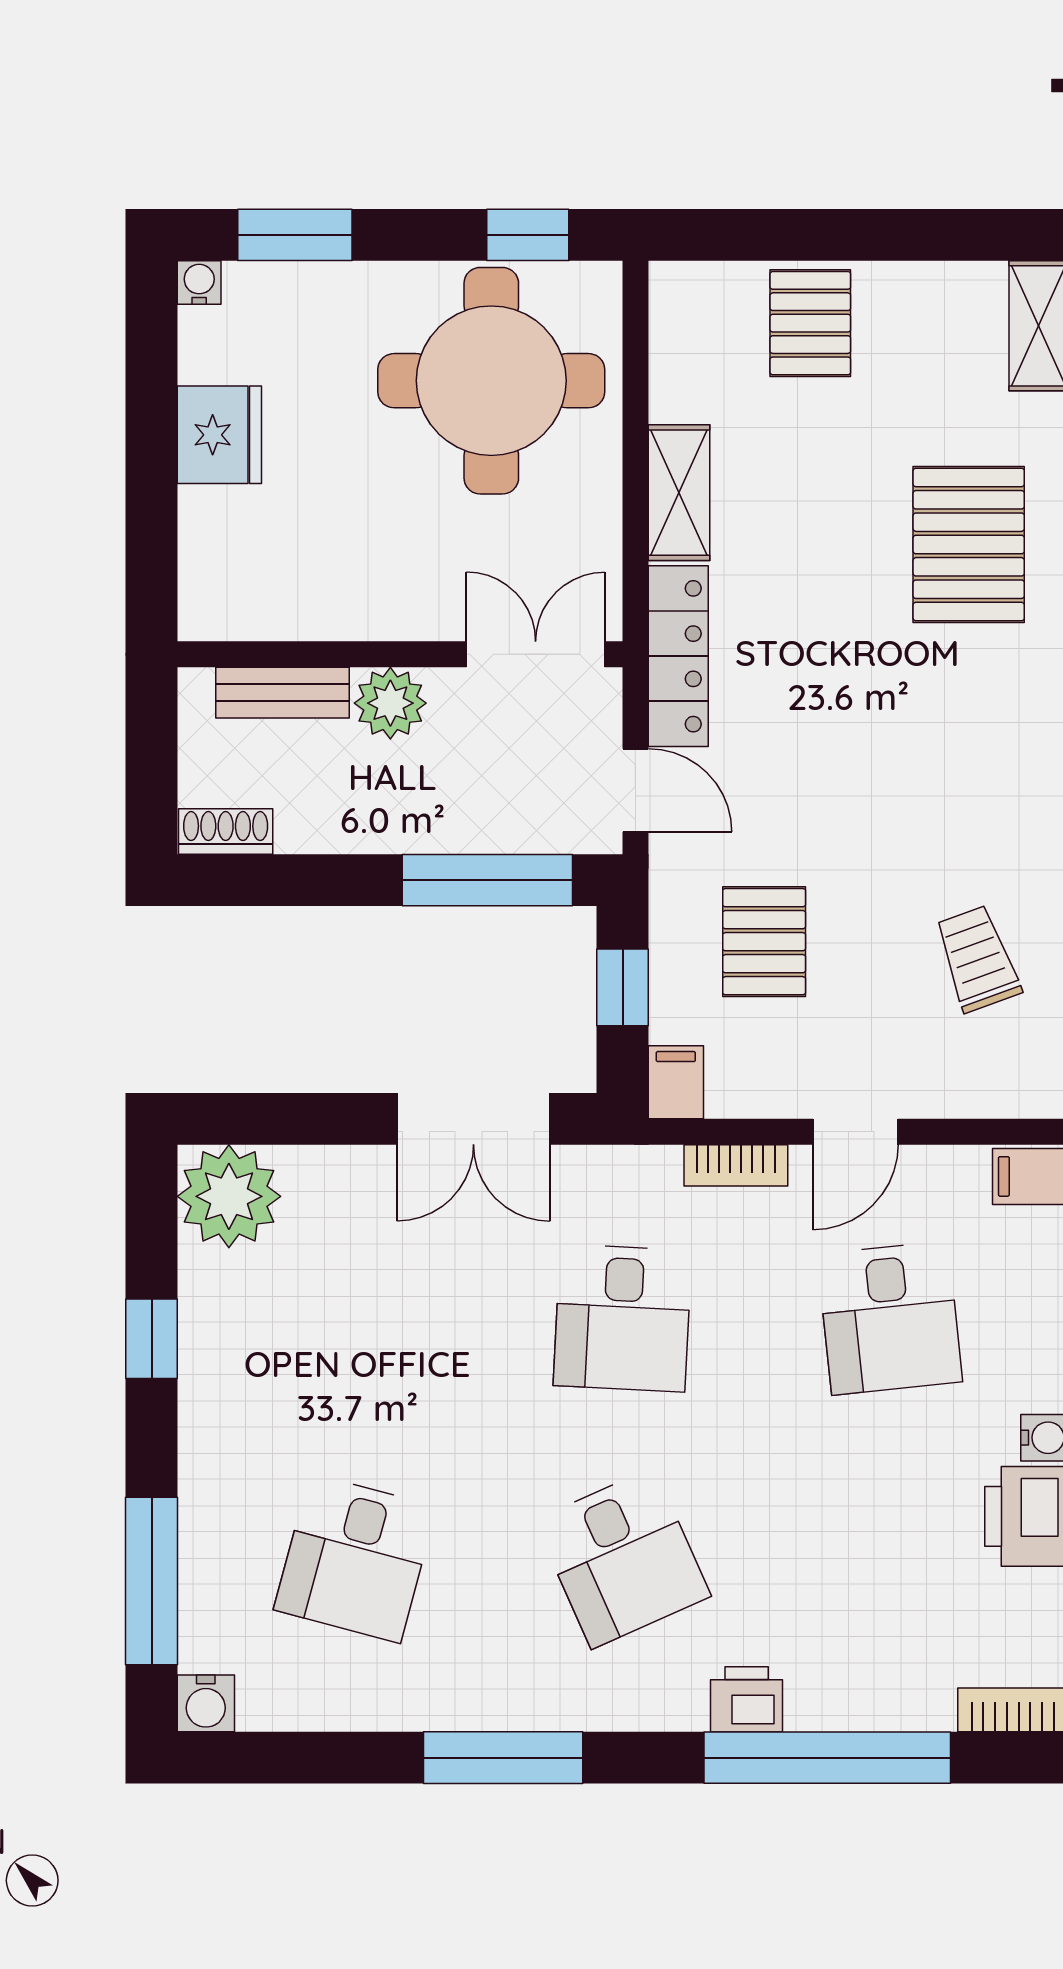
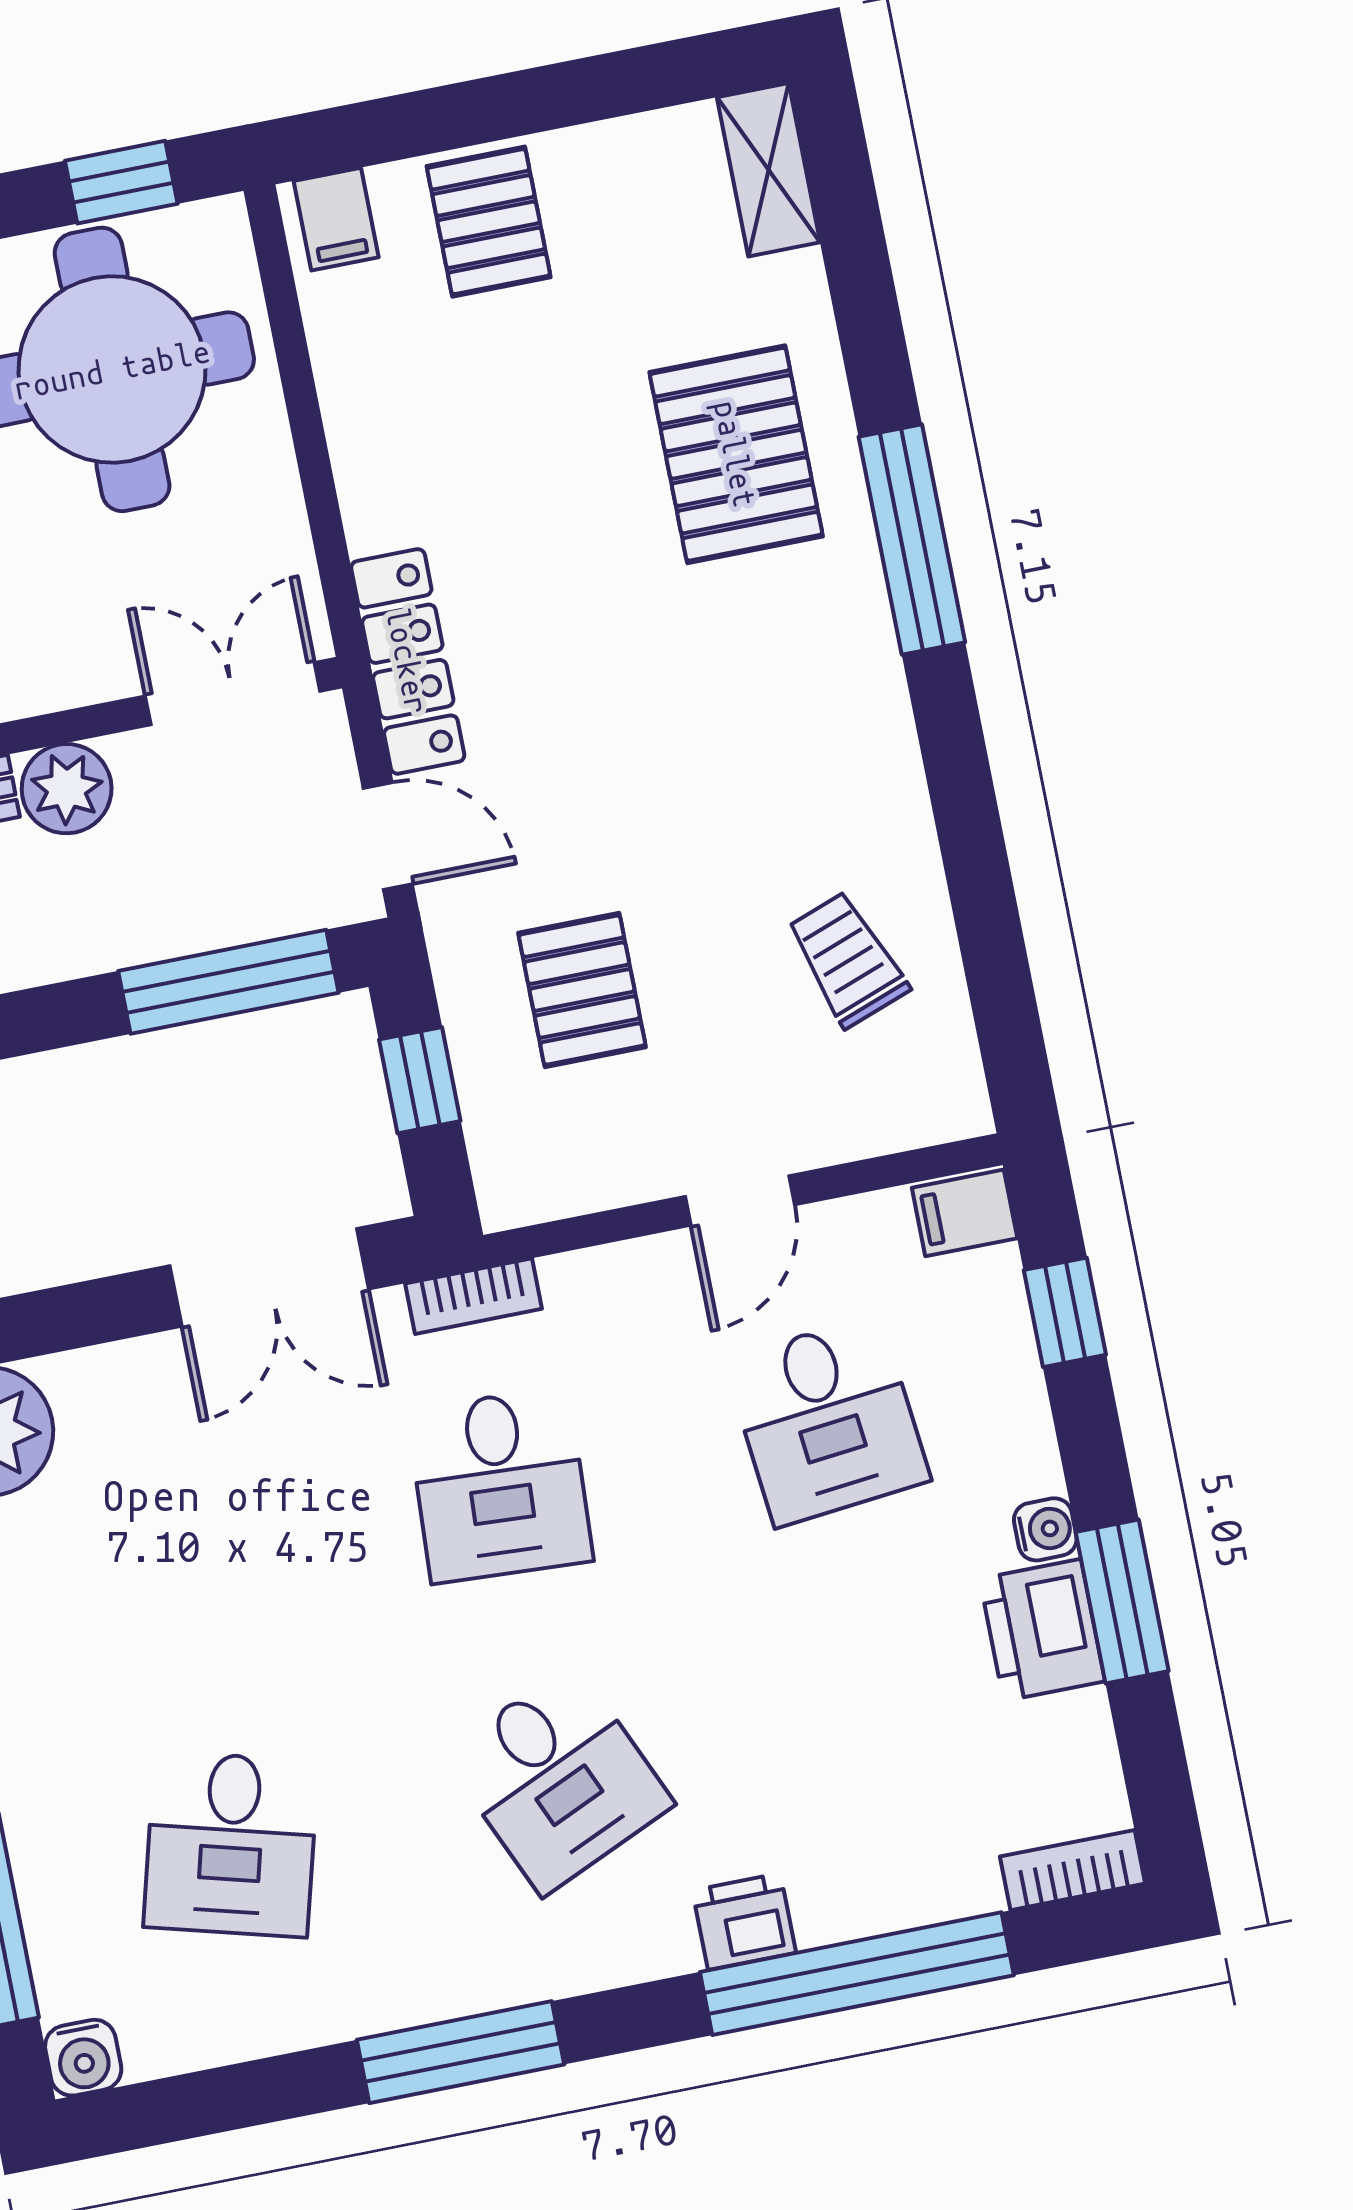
shelving: (679, 493) -> (369, 461), removed
filing cabinet: (676, 1082) -> (336, 219), moved, turned 180
bookcase: (736, 1165) -> (474, 1296), moved

